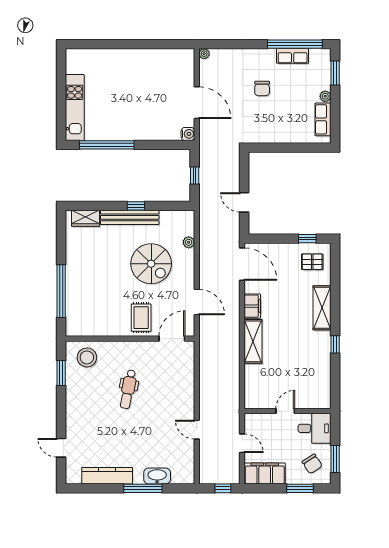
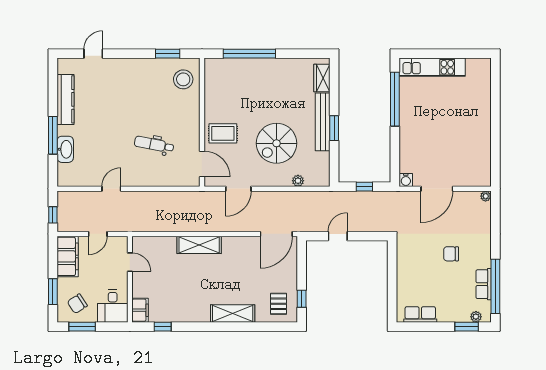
plant: (325, 96) -> (476, 317), moved
window: (136, 206) -> (334, 128), width x1.50
filing cabinet: (252, 306) -> (140, 310), moved, turned -90
window: (335, 344) -> (163, 327), moved
dental chair: (128, 389) -> (154, 144), moved
door: (285, 411) -> (130, 262), moved

